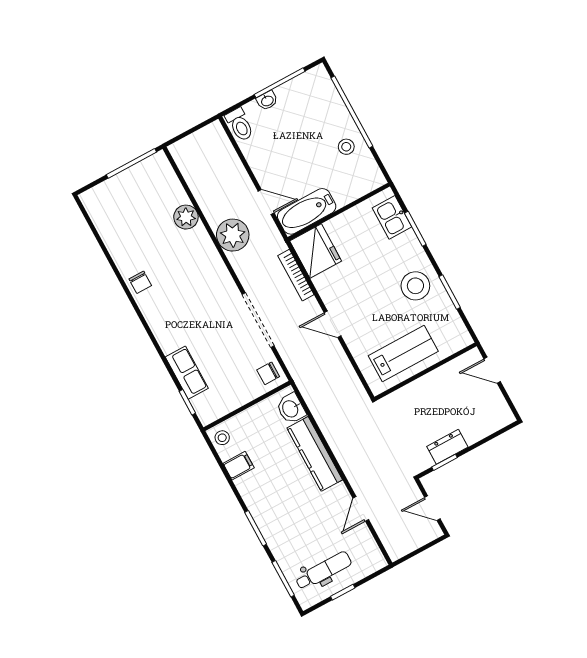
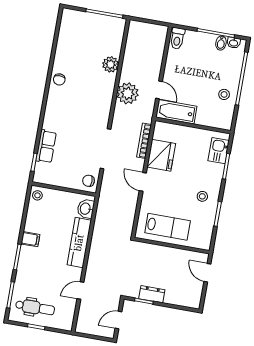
bidet: (295, 90) -> (221, 43), added
washbasin: (267, 101) -> (234, 43), moved
fridge: (316, 251) -> (161, 155), moved
stool: (415, 286) -> (202, 196), width x0.53, depth x0.53
filing cabinet: (239, 466) -> (30, 239), moved
door: (432, 508) -> (118, 320), hinge flipped

